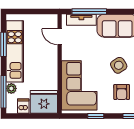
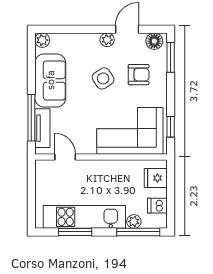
door: (60, 37) -> (65, 157), swing flipped
fridge: (44, 102) -> (156, 178), width x0.53, depth x0.75
window: (96, 116) -> (171, 127), moved

